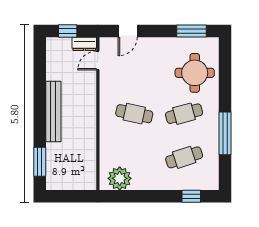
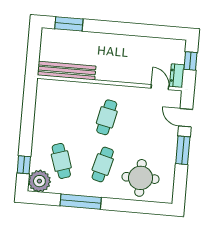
window: (191, 31) -> (183, 150), moved
bench: (53, 112) -> (67, 71), moved
cafe table: (184, 114) -> (103, 165), turned 30
plant: (120, 178) -> (39, 181), moved

